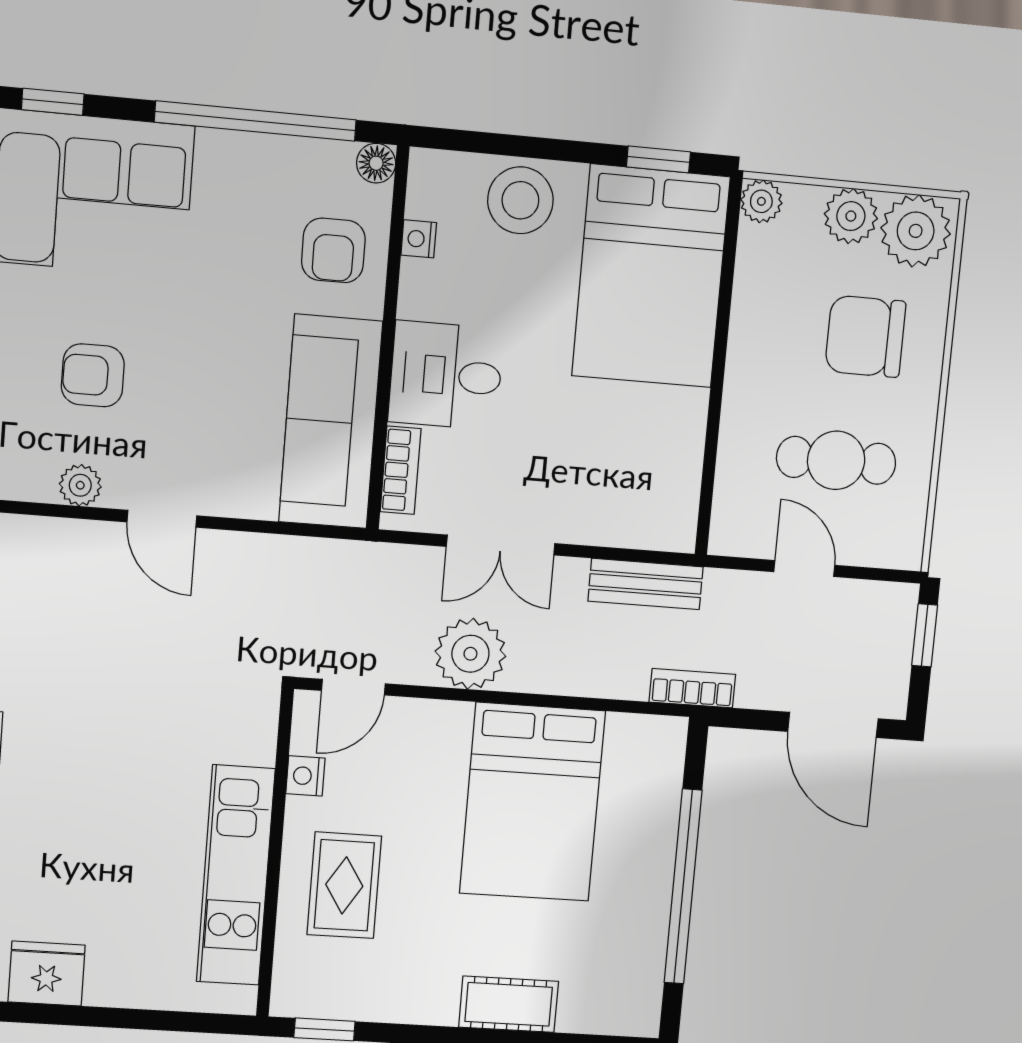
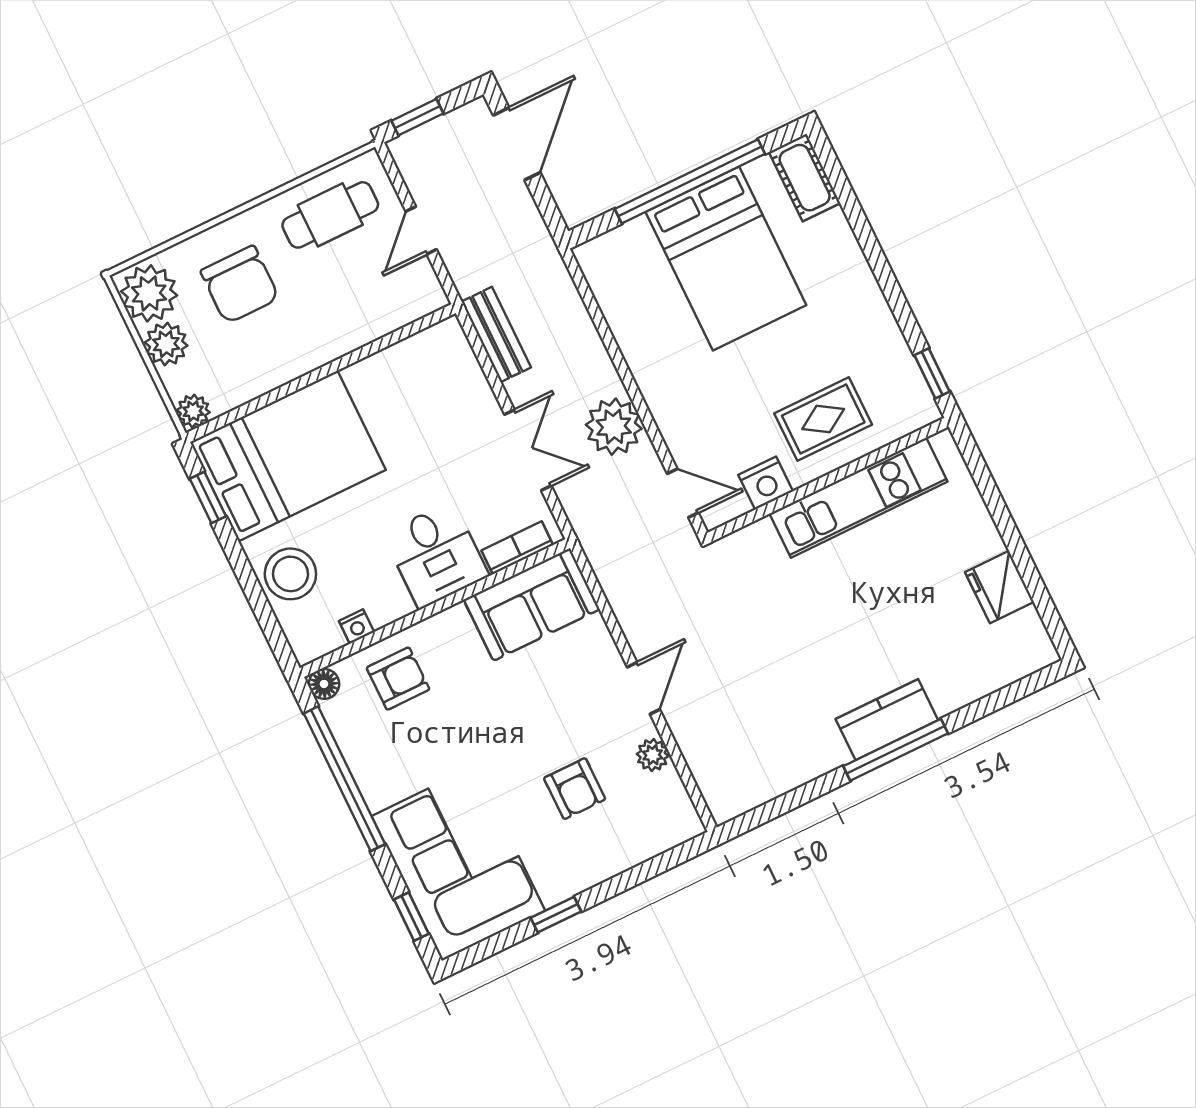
sofa: (331, 422) -> (532, 604), width x0.73
cafe table: (836, 460) -> (330, 215), moved, turned 90
bookcase: (692, 688) -> (548, 259), removed
nightstand: (305, 776) -> (766, 483), width x1.39, depth x1.35
bed: (532, 802) -> (726, 259), moved, turned 90
cot: (509, 1004) -> (805, 178), moved

